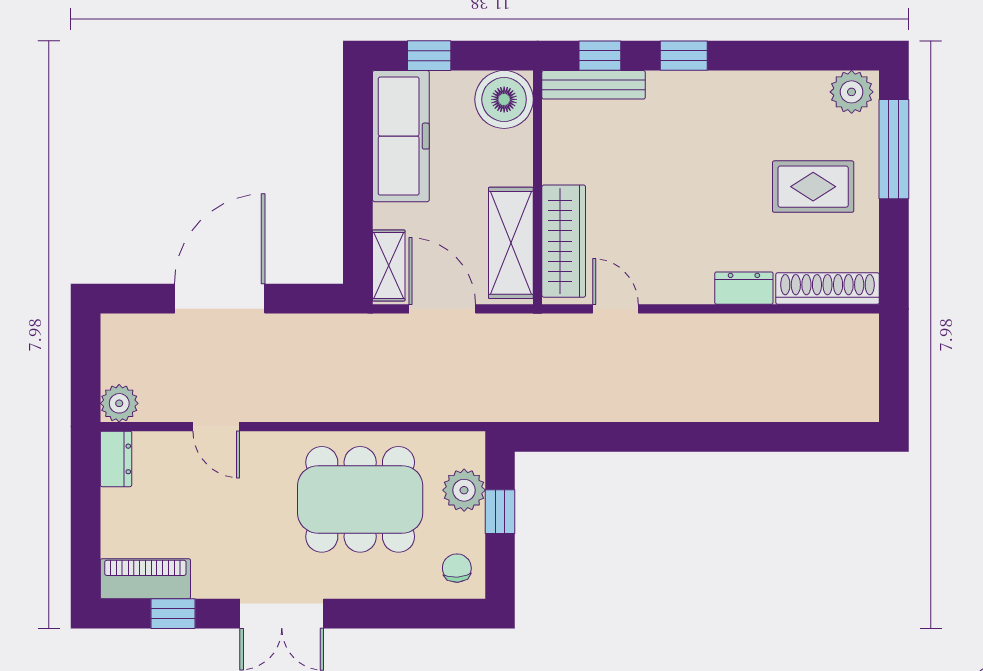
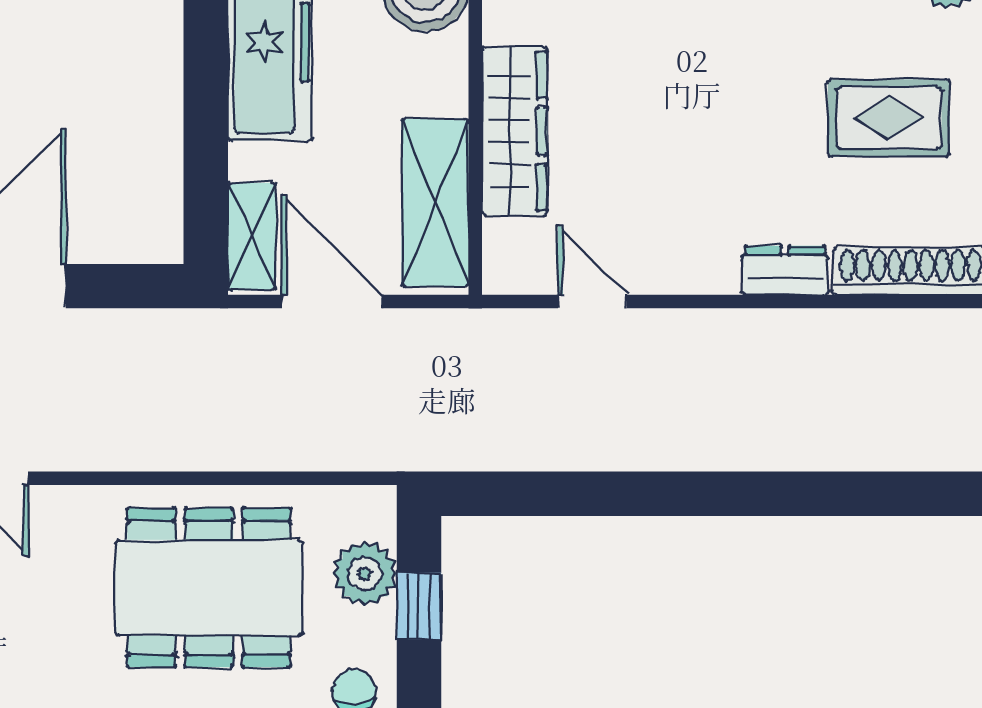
wardrobe: (564, 241) -> (515, 131), moved

